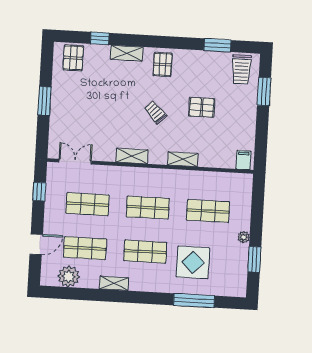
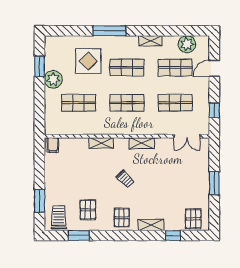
pallet: (202, 107) -> (88, 210), moved, turned 90
plant: (244, 237) -> (53, 79), width x1.87, depth x1.87
window: (194, 300) -> (110, 31), moved

